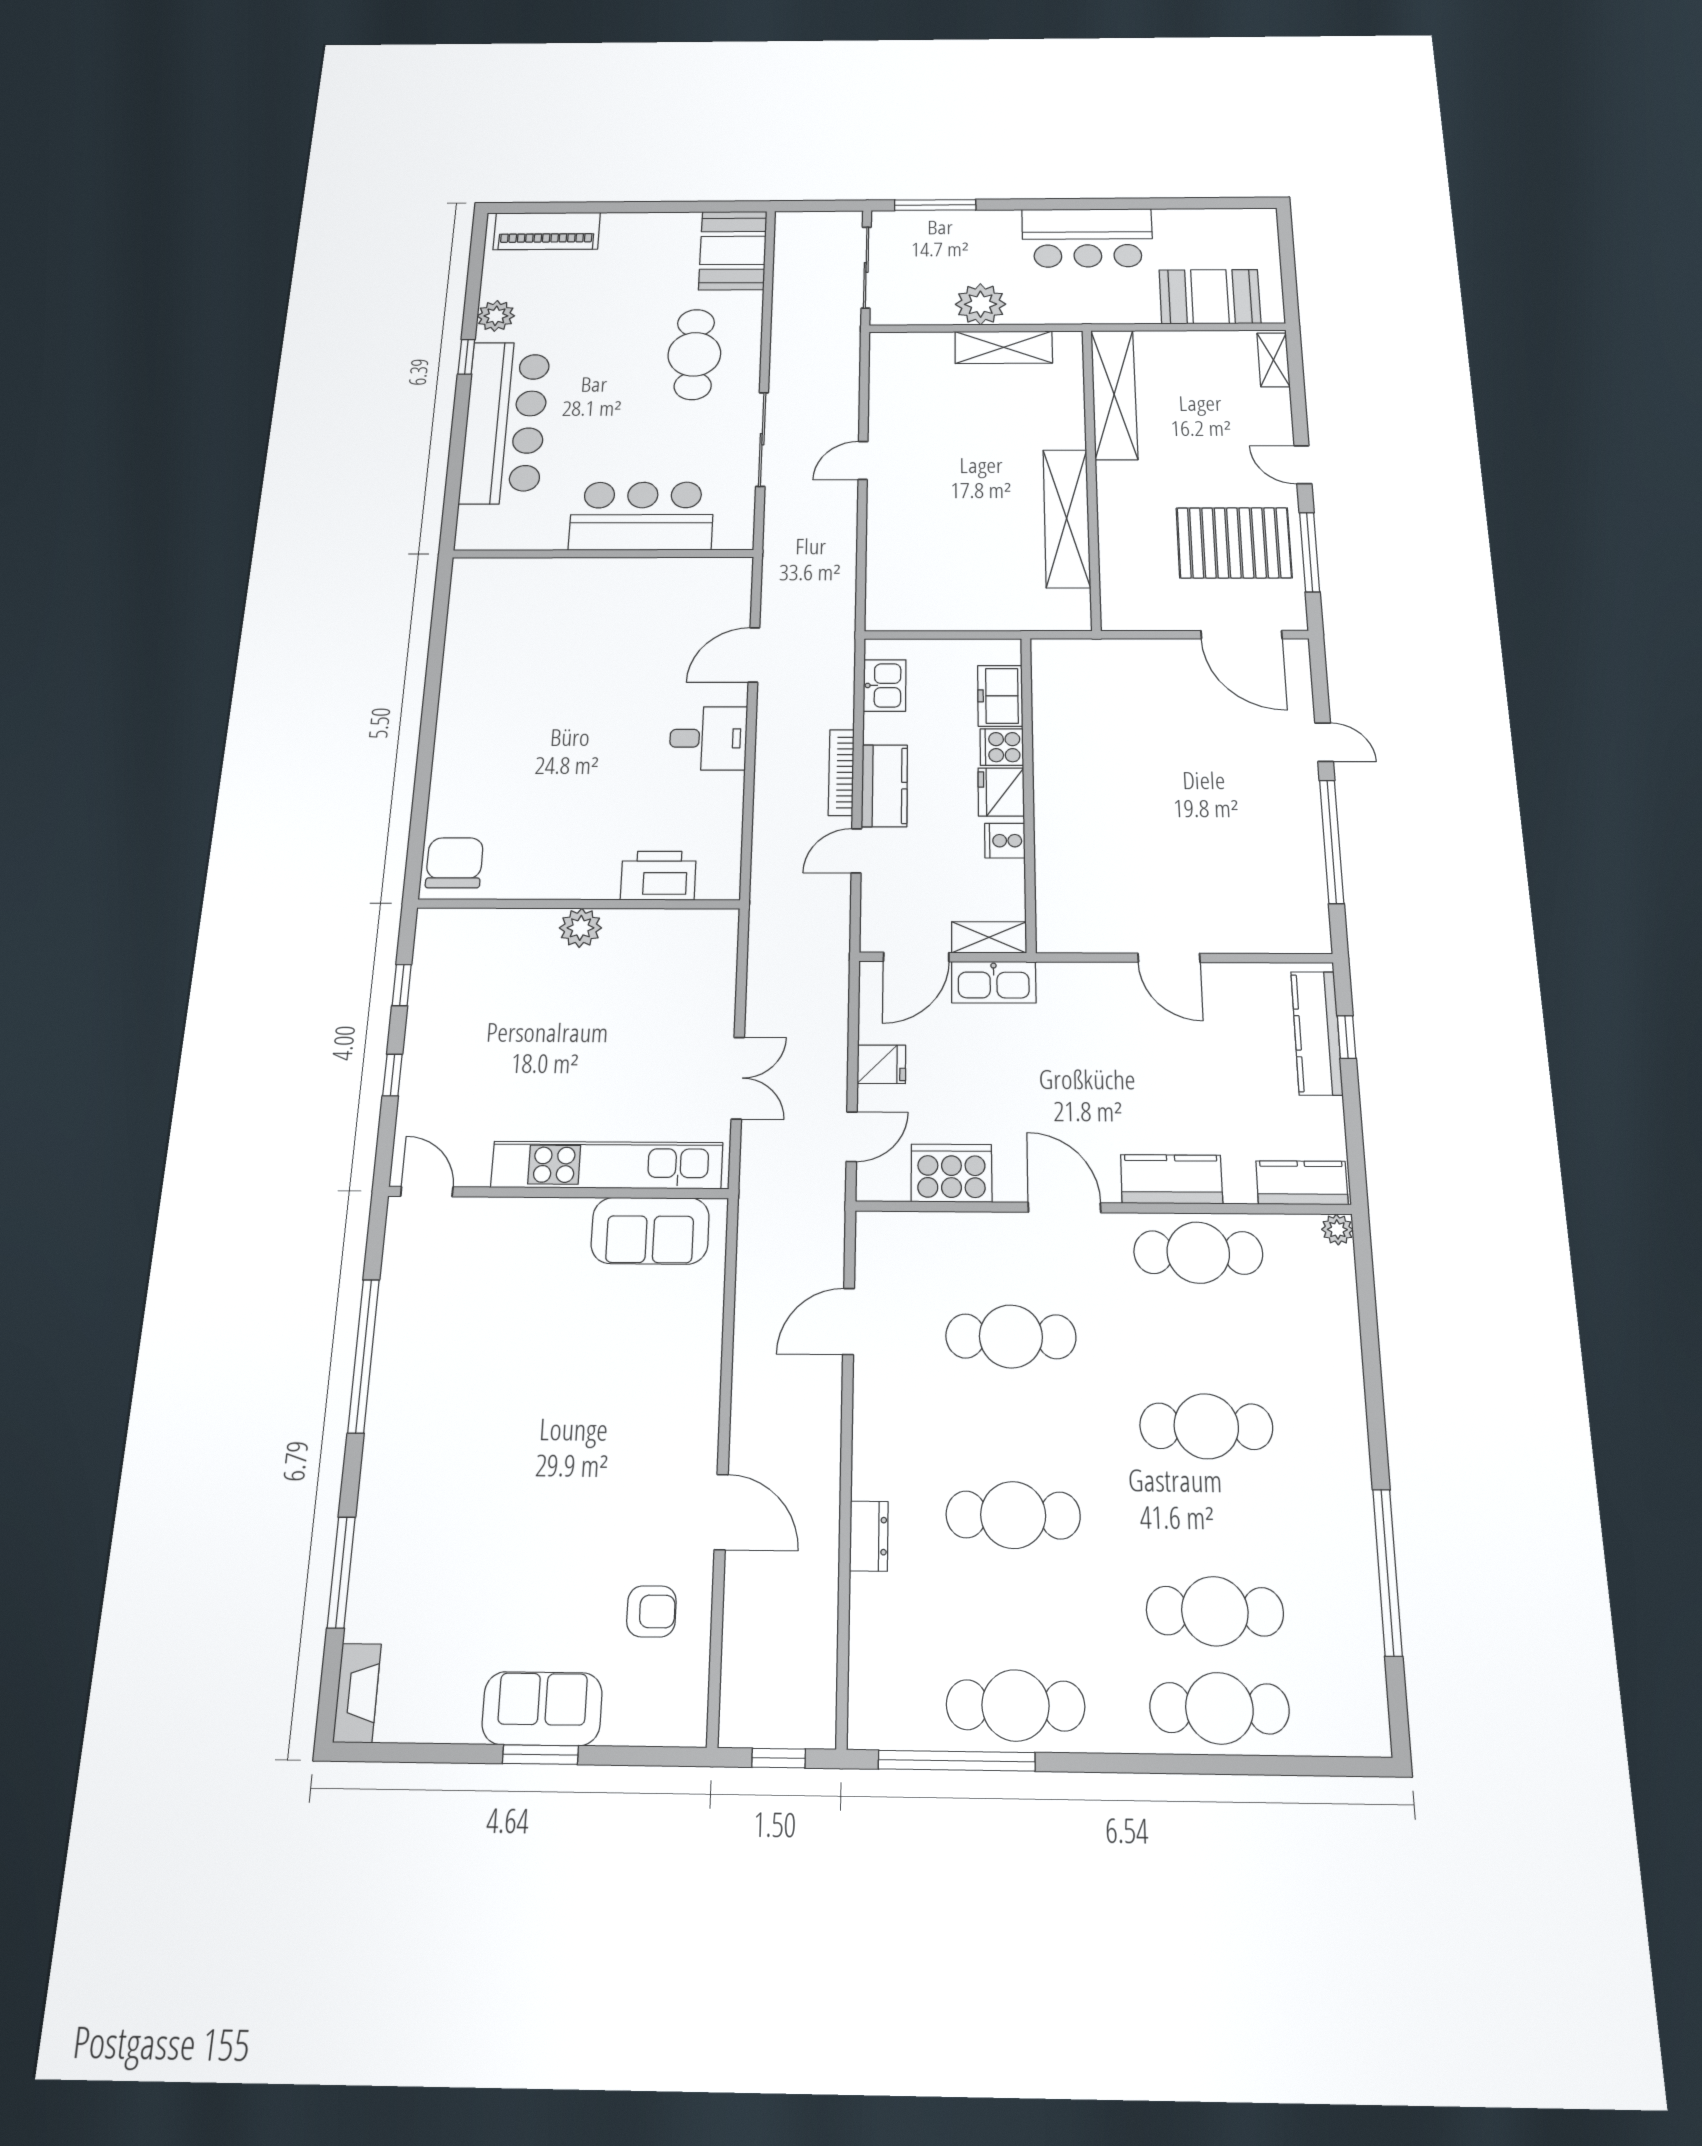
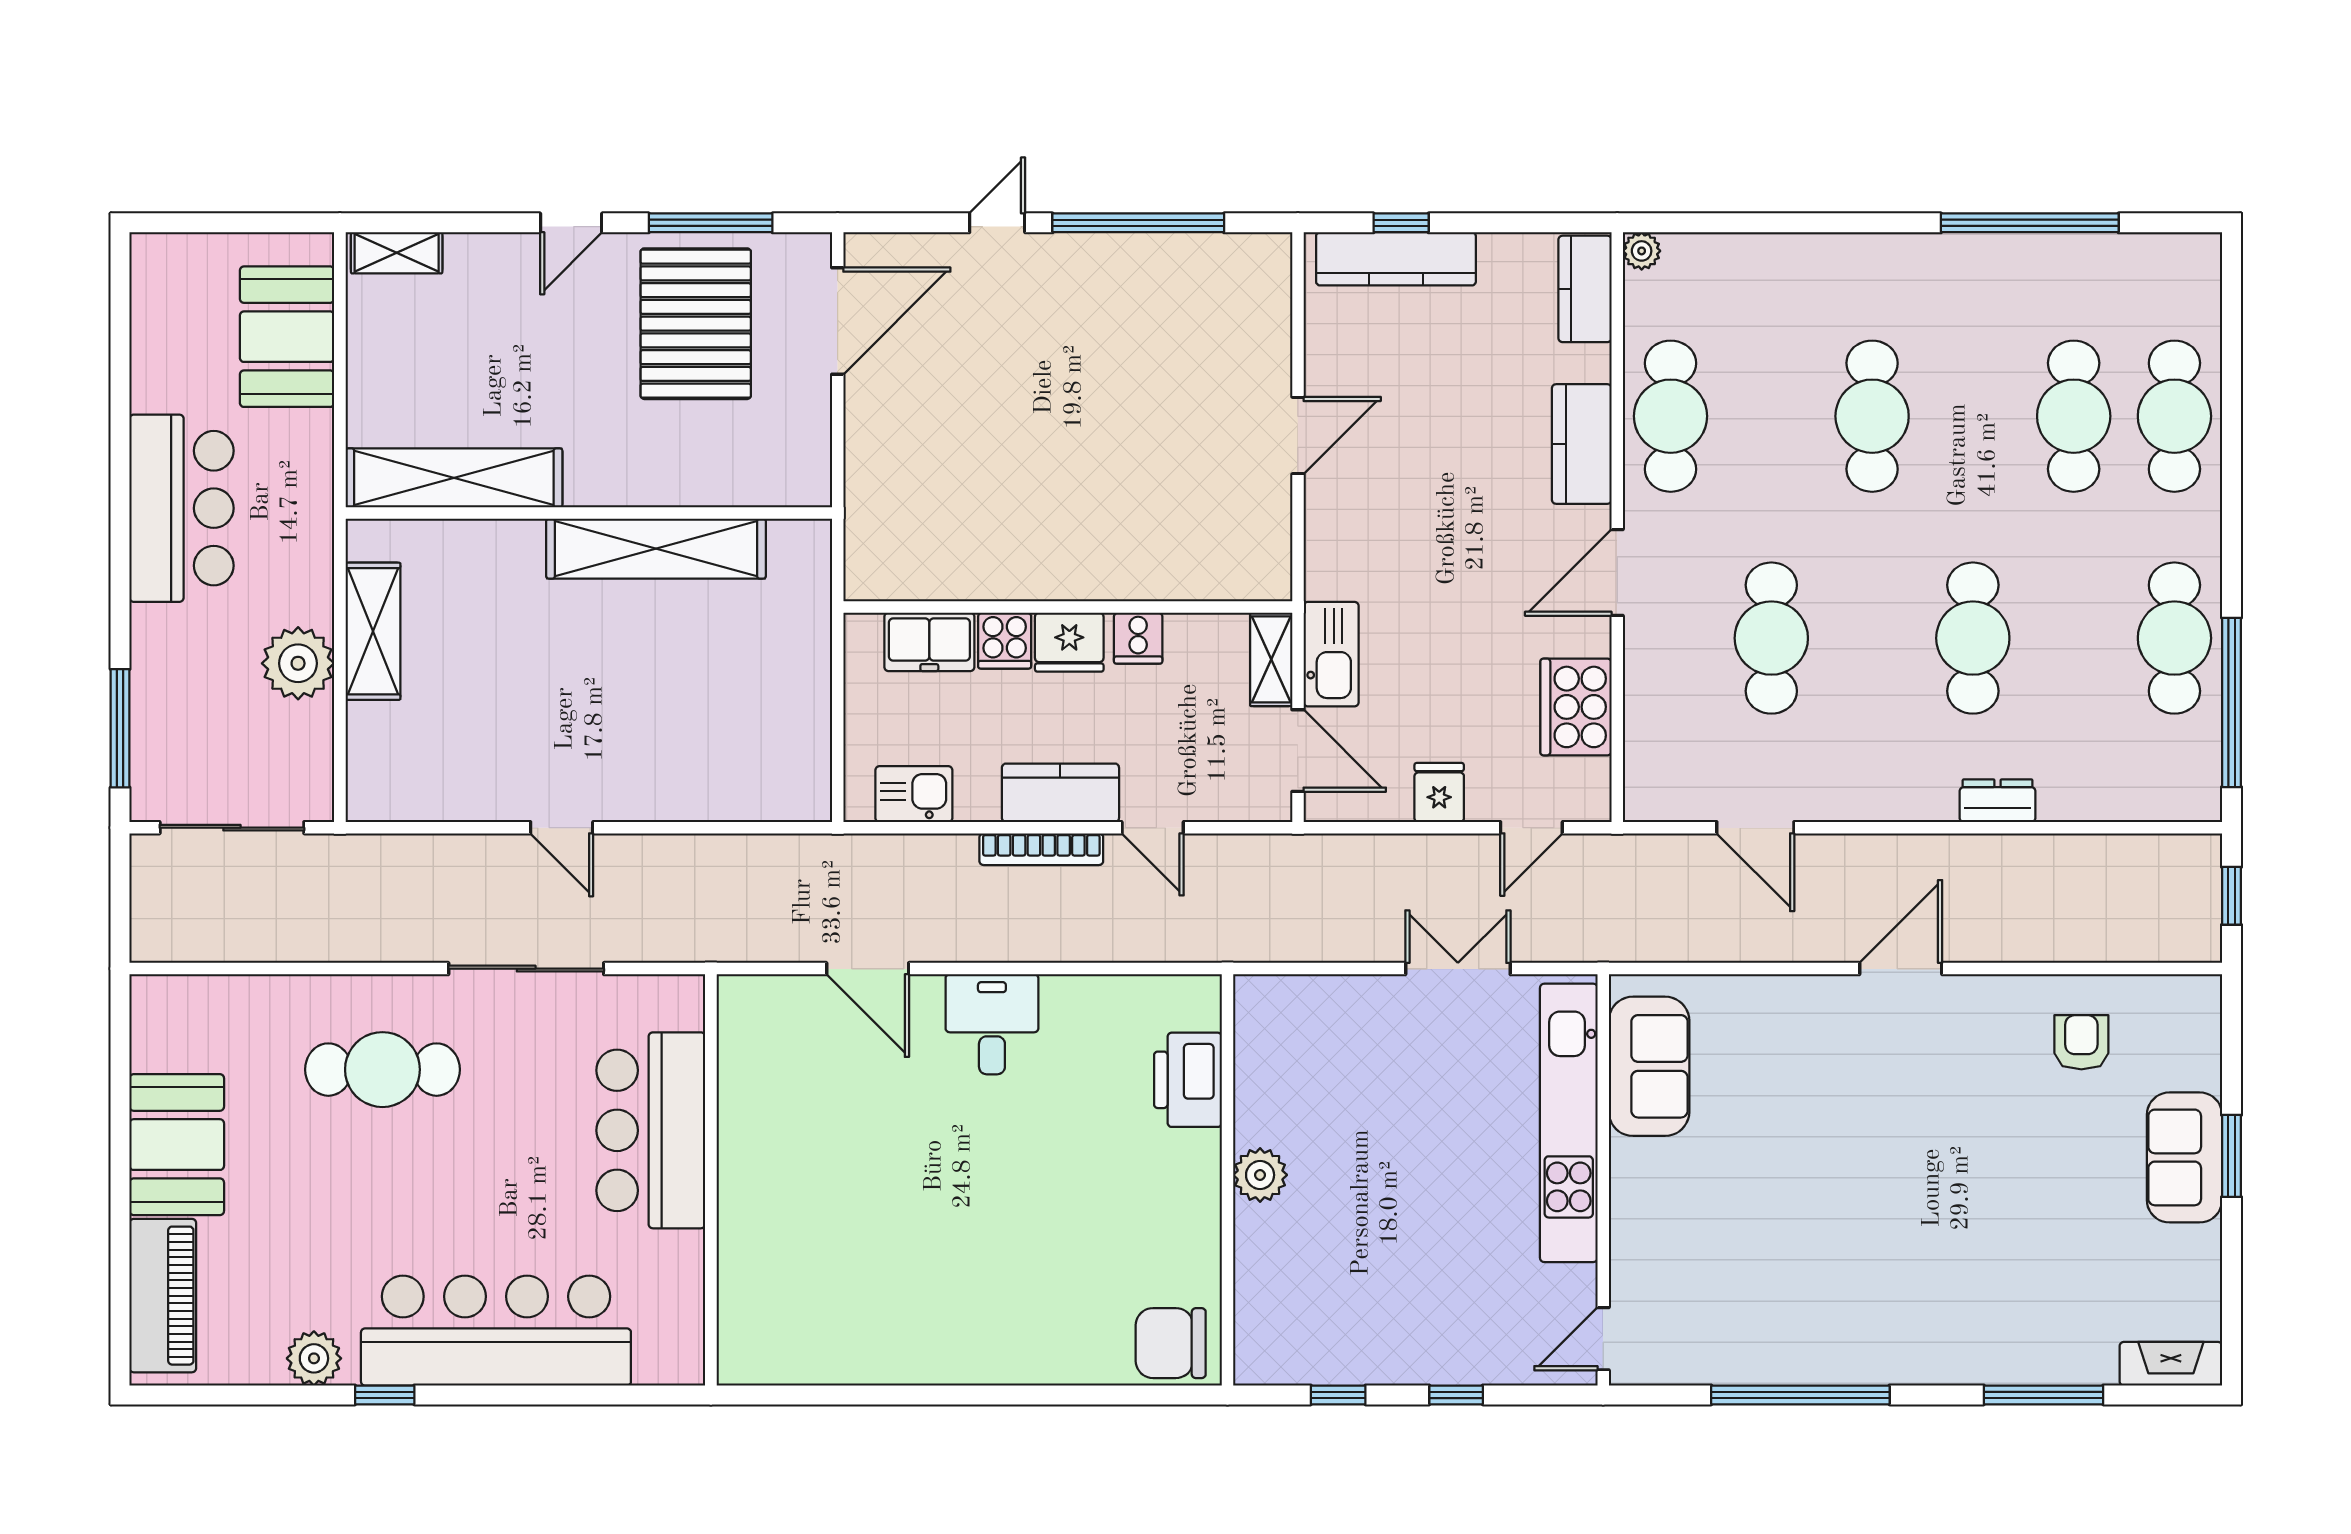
booth: (733, 250) -> (177, 1145), moved, turned 90
door: (852, 1137) -> (1531, 828), swing flipped
door: (721, 1512) -> (1901, 969), moved

